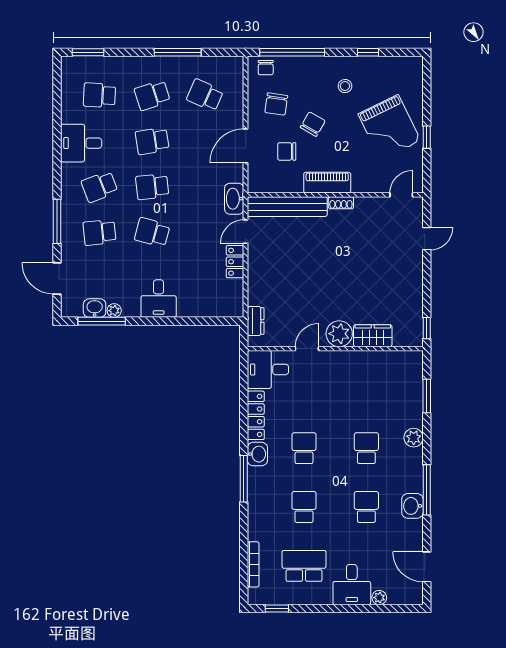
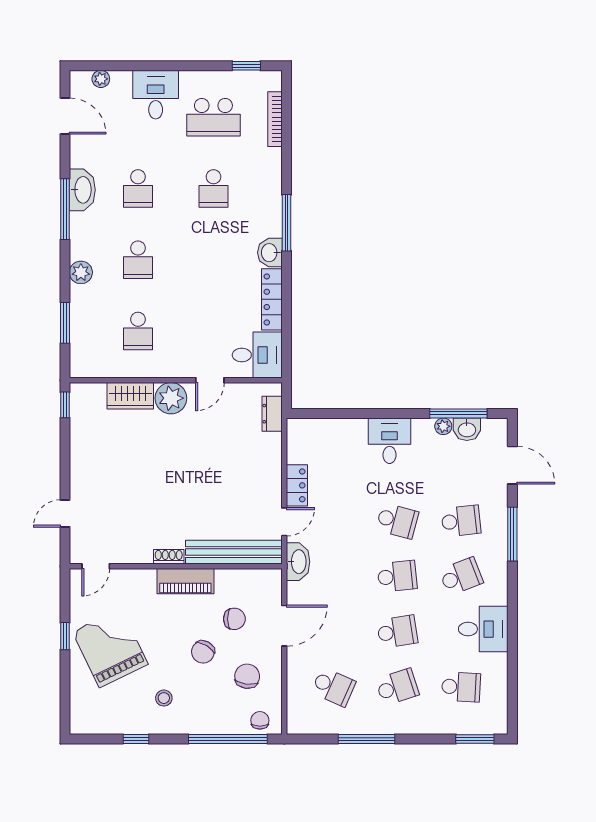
school desk: (304, 448) -> (138, 331), moved
washbasin: (412, 506) -> (82, 190), width x1.38
plant: (379, 598) -> (101, 79), moved

